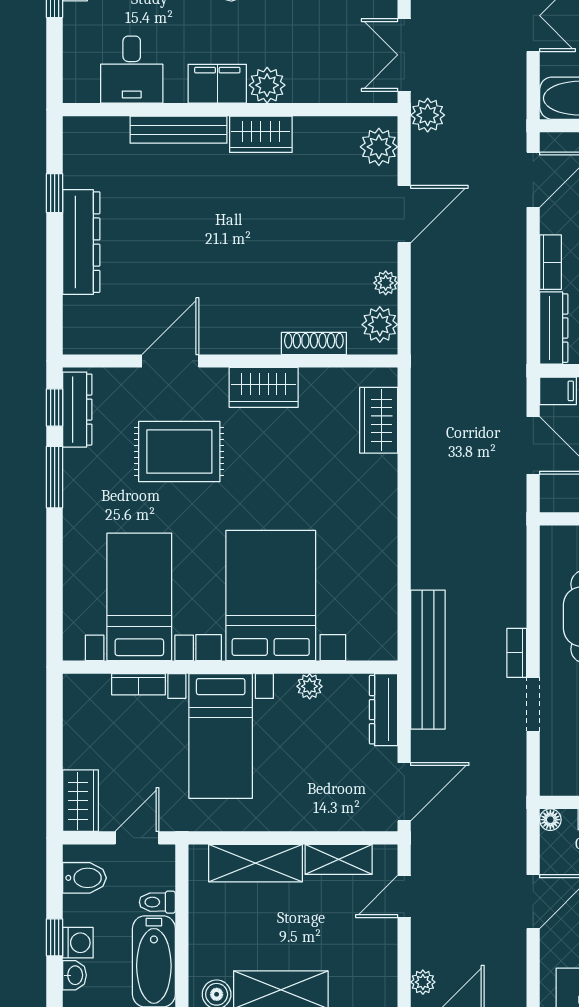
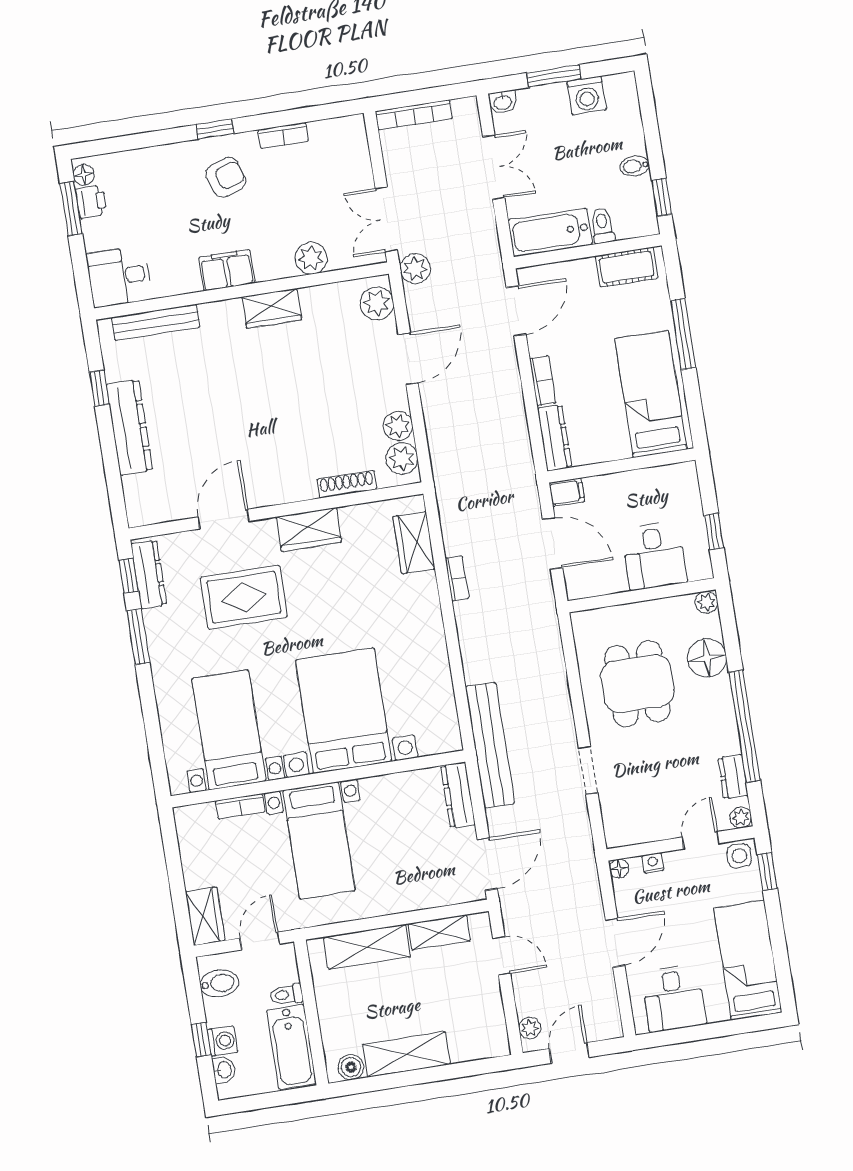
desk: (132, 70) -> (119, 276), moved, turned 90
plant: (267, 85) -> (311, 258), moved
bench: (178, 130) -> (156, 322), moved
plant: (386, 283) -> (398, 426), width x1.38, depth x1.38
bookcase: (517, 653) -> (457, 578), moved, turned 180
plant: (310, 686) -> (390, 785), removed
door: (404, 896) -> (502, 956), swing flipped

